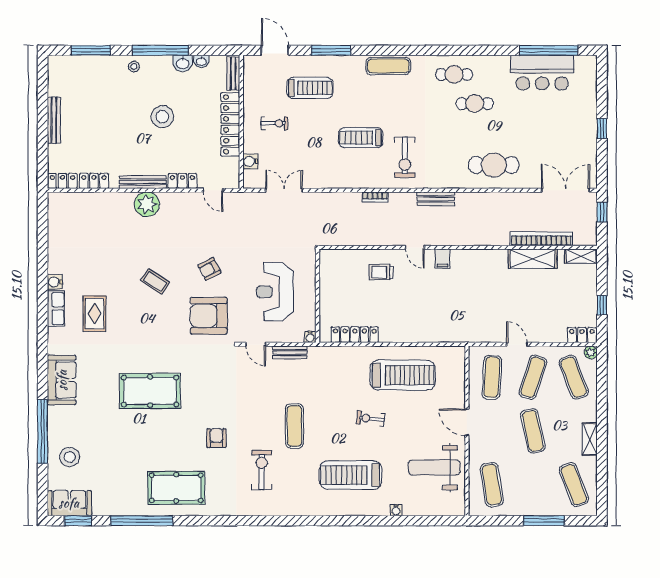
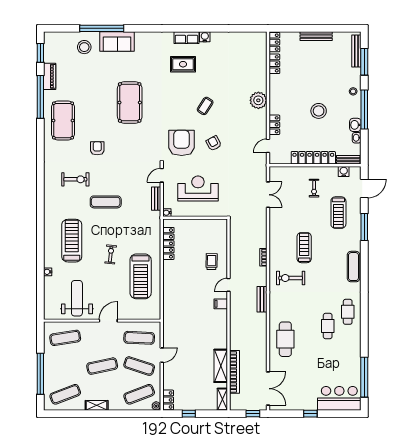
bar counter: (542, 73) -> (339, 398), moved, turned 90
water cooler: (250, 161) -> (344, 172), moved
bench: (143, 182) -> (356, 51), moved
sofa: (62, 380) -> (117, 42), moved
armchair: (217, 438) -> (97, 148), turned -90
sofa: (69, 503) -> (52, 47), removed
piano: (112, 507) -> (50, 76), added
window: (544, 521) -> (40, 374), width x1.46

